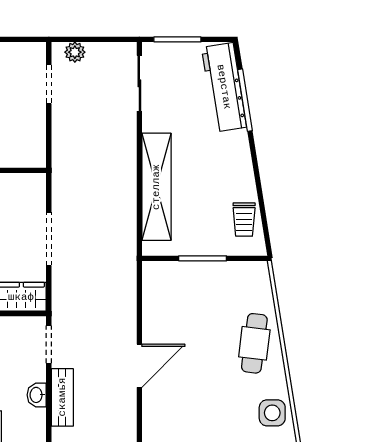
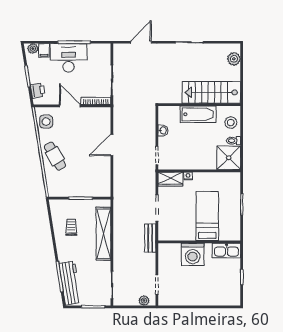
trolley: (244, 220) -> (71, 227), moved
cafe table: (254, 343) -> (55, 156), turned -37
bench: (62, 397) -> (150, 238), moved

